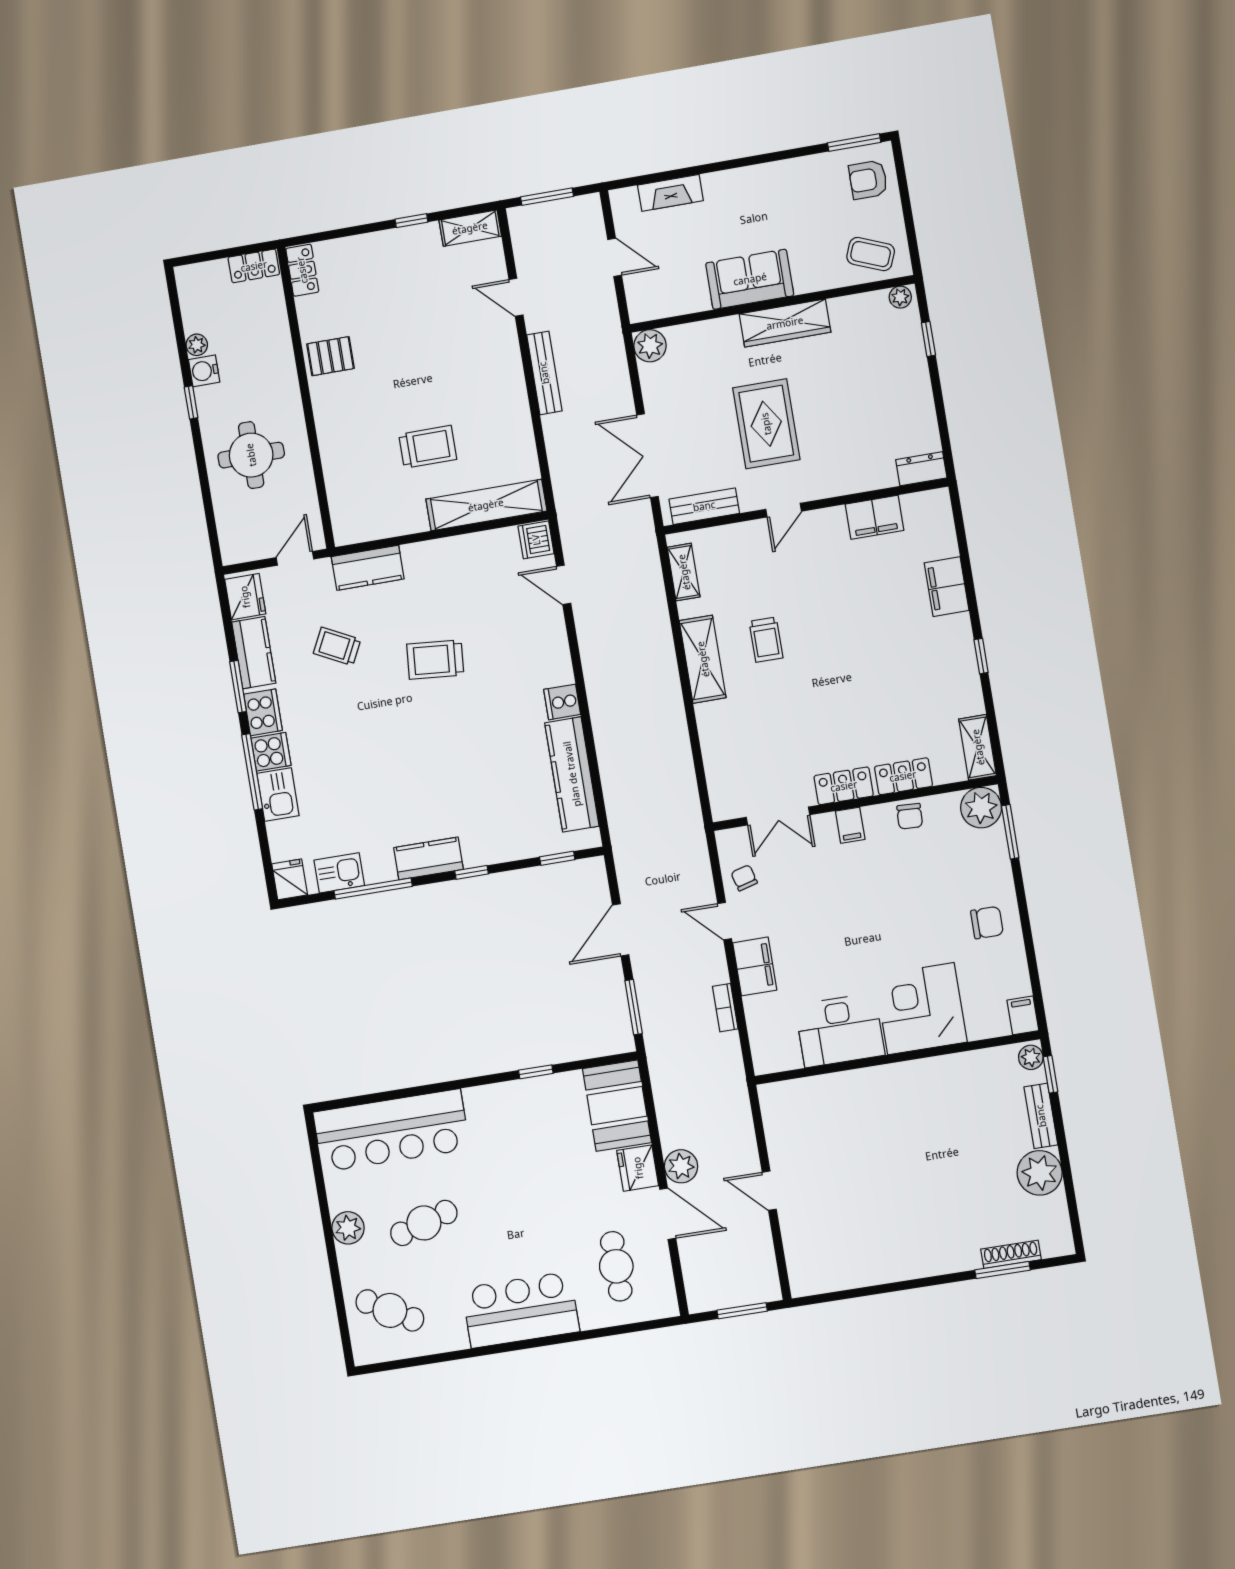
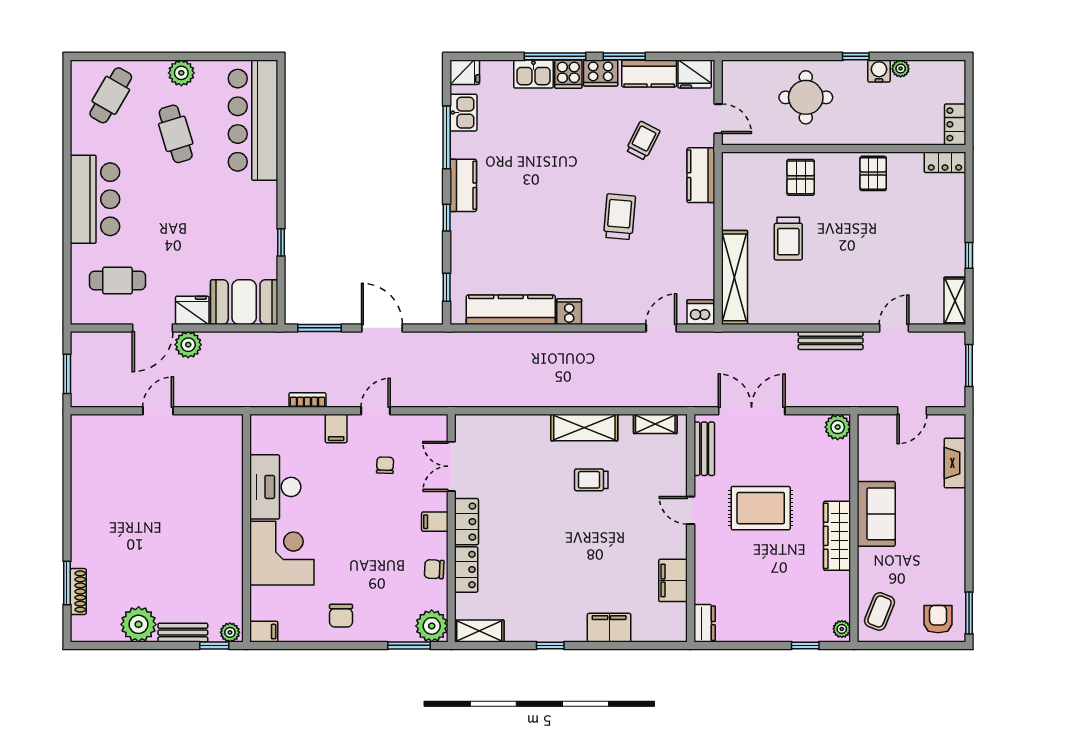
pallet: (350, 445) -> (801, 177), added
chair: (744, 878) -> (385, 465), moved, turned -73
filing cabinet: (755, 966) -> (336, 429), width x0.50

